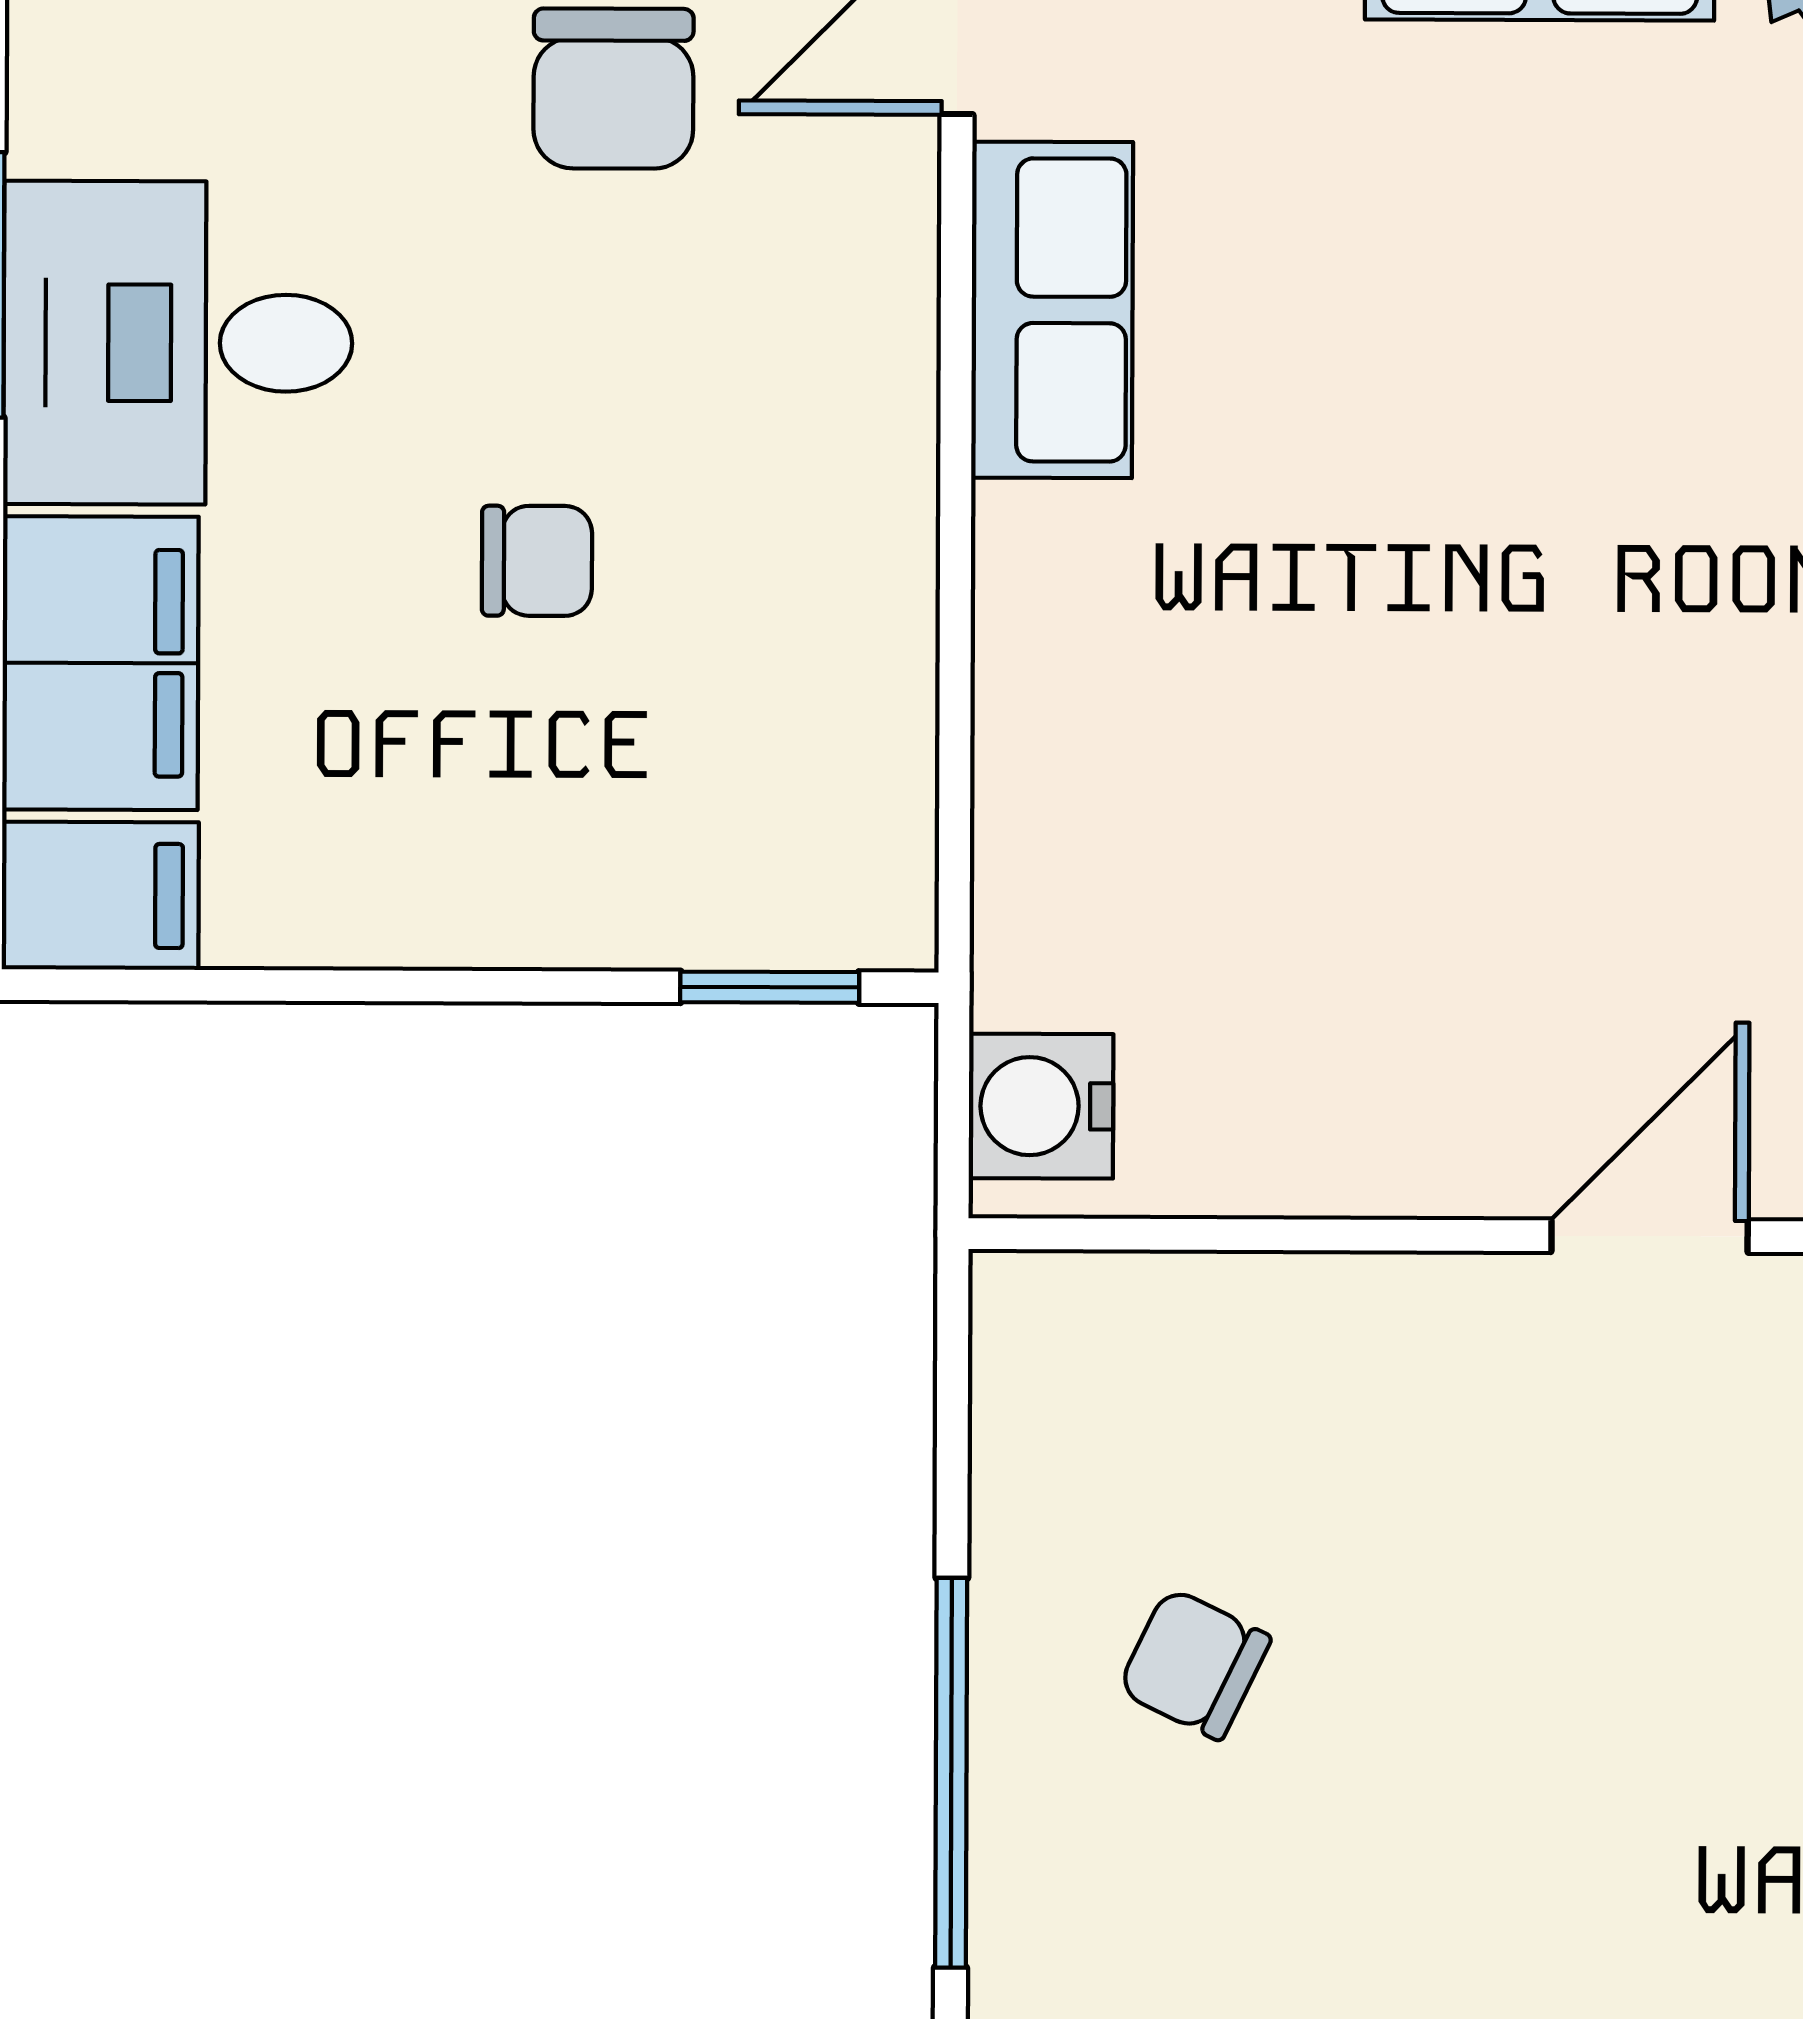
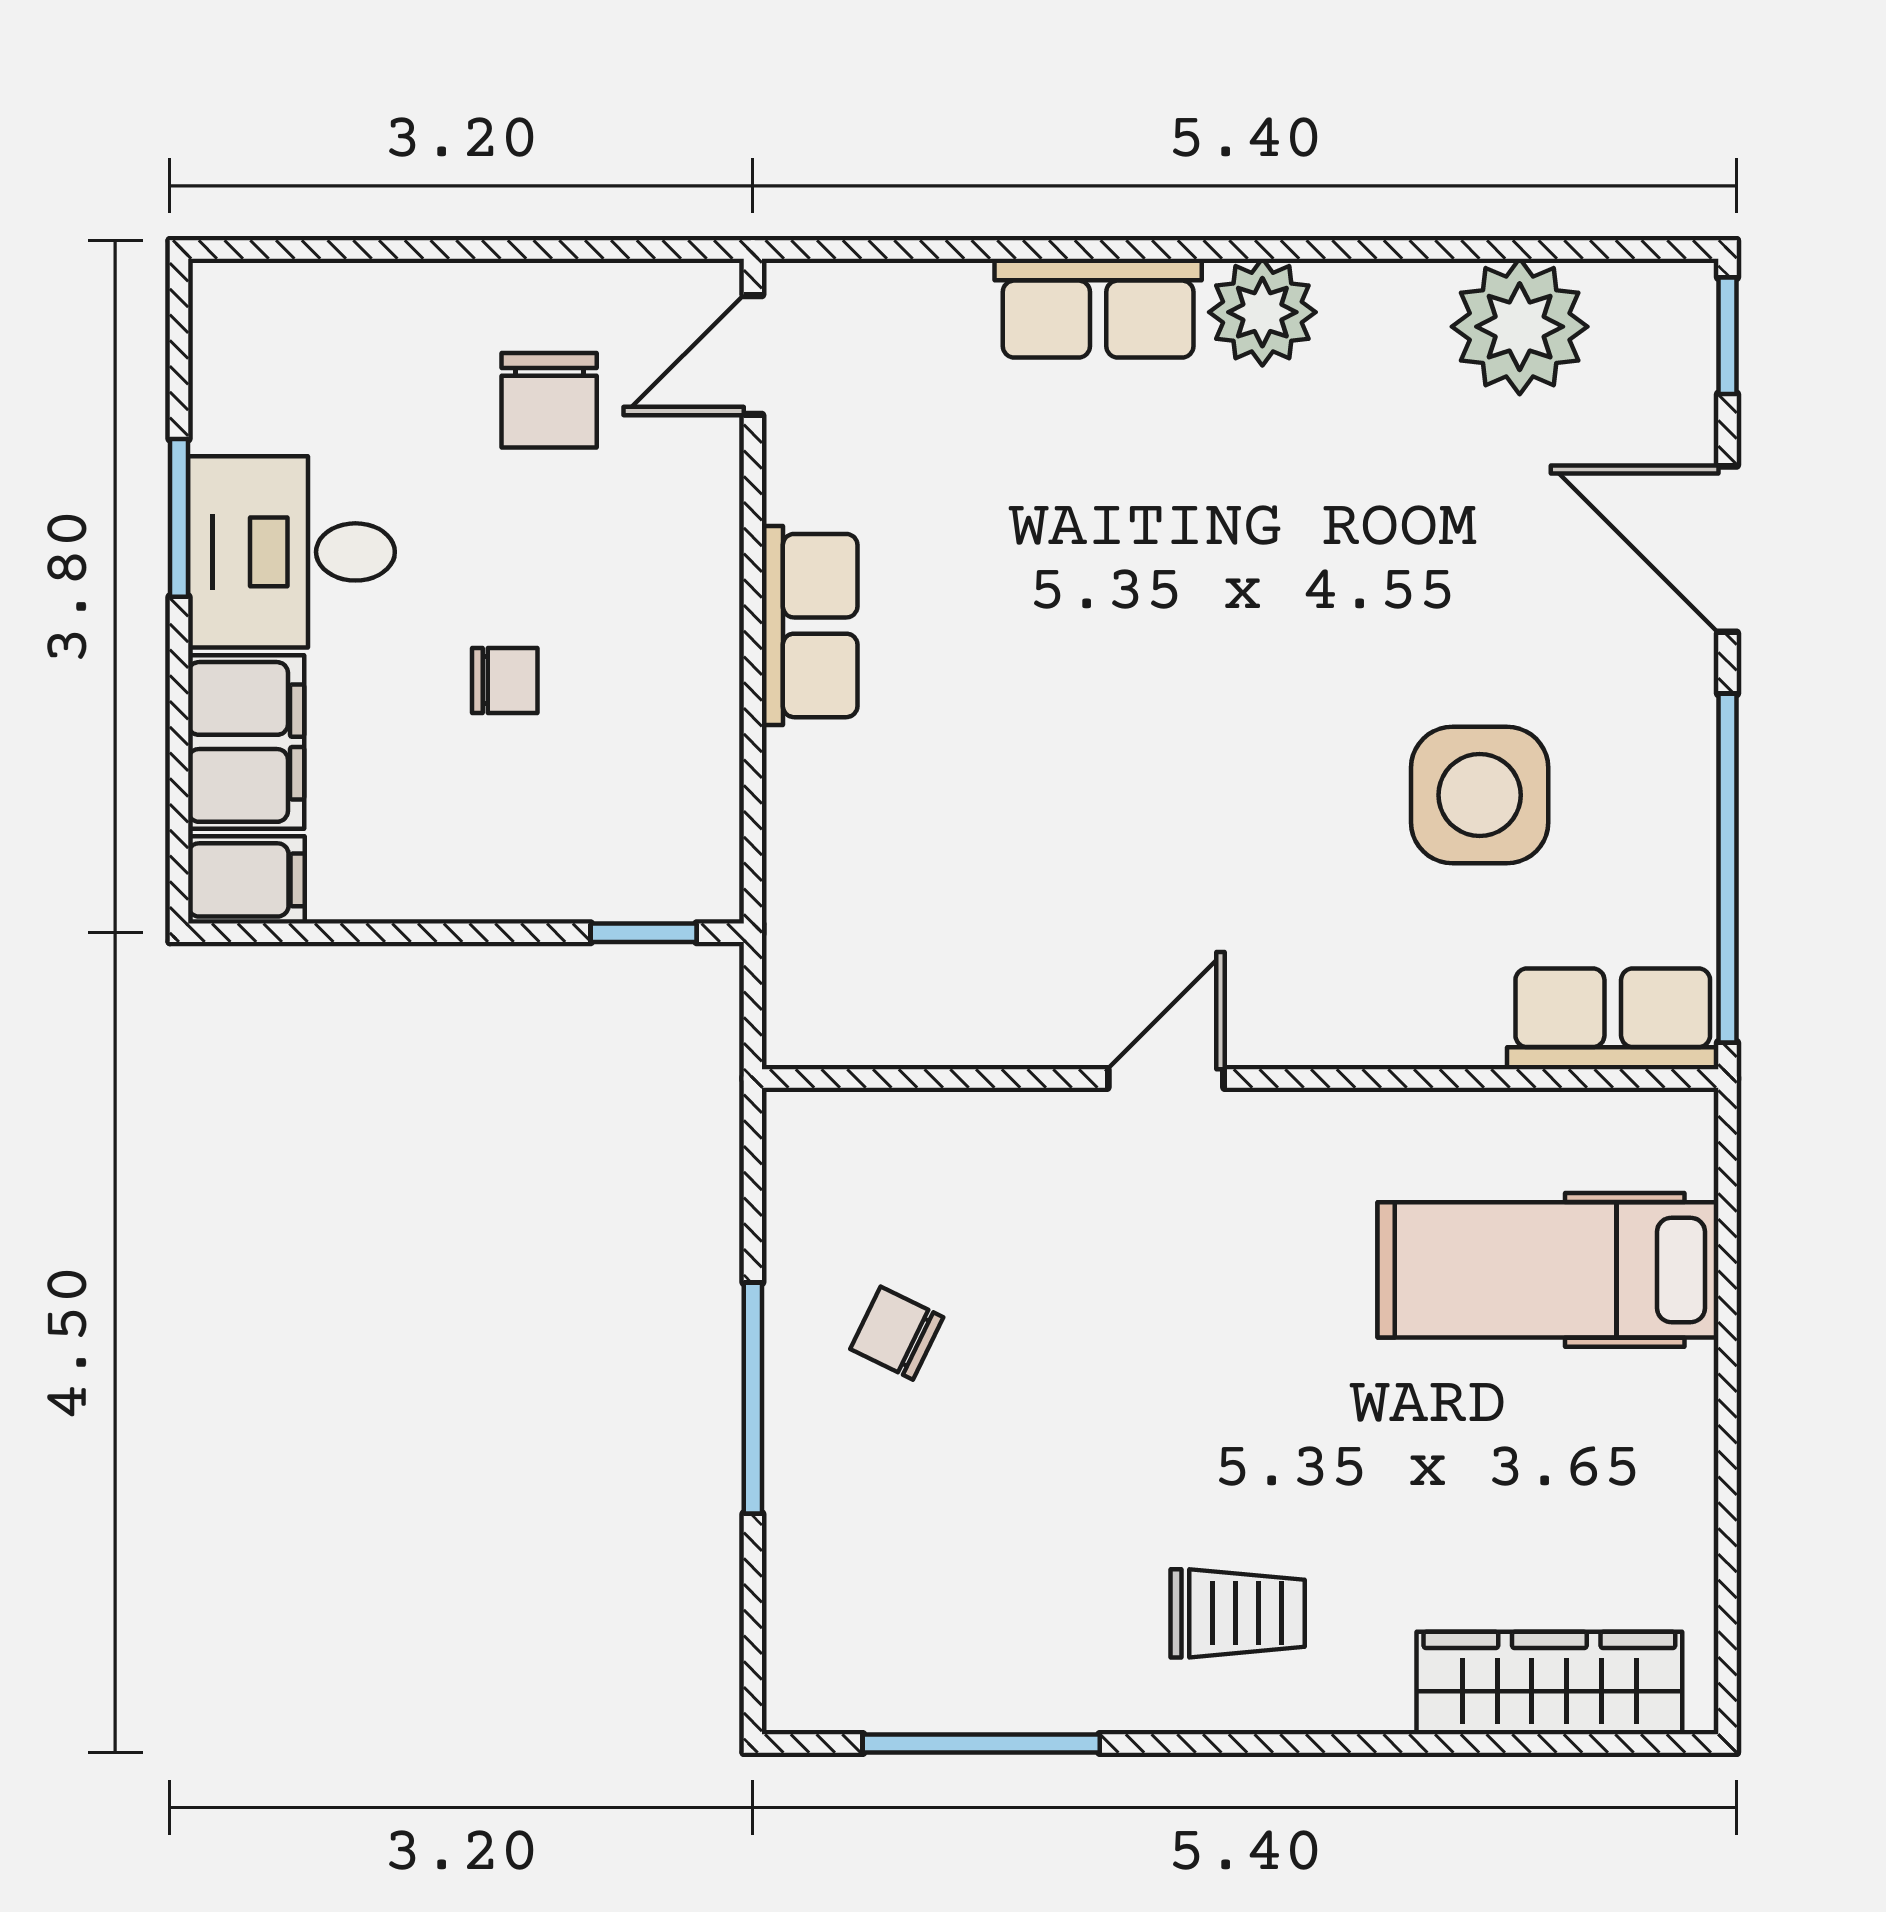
row of seats: (1052, 310) -> (810, 626), moved
water cooler: (1041, 1106) -> (805, 1003), removed

